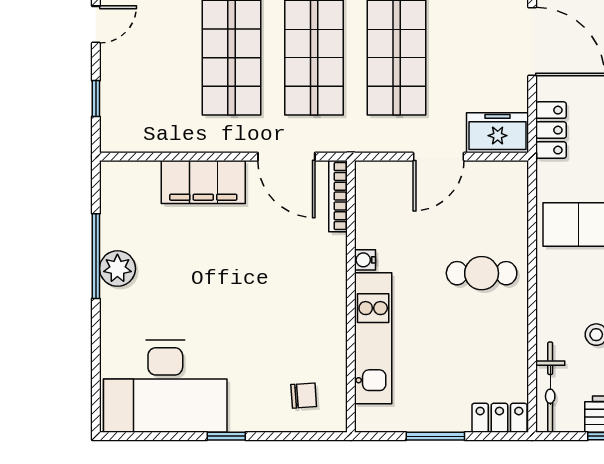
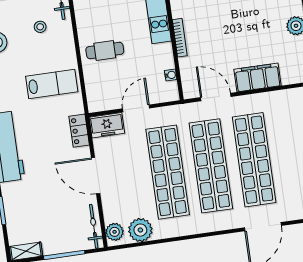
bookcase: (338, 196) -> (180, 38), moved
water cooler: (365, 260) -> (171, 75), moved

